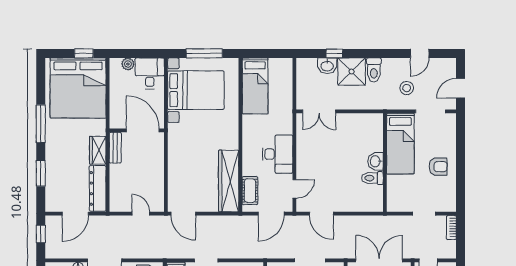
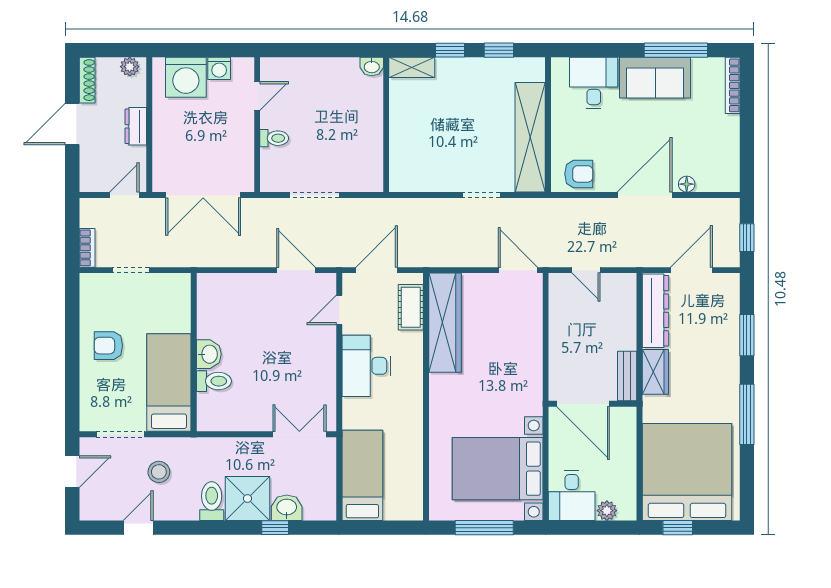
bed: (255, 86) -> (362, 475), moved
toilet: (372, 178) -> (214, 381), moved

